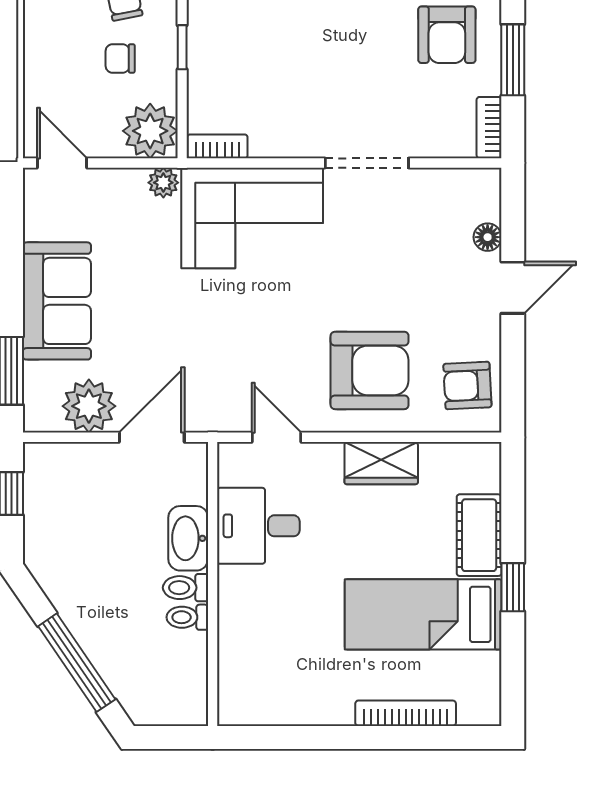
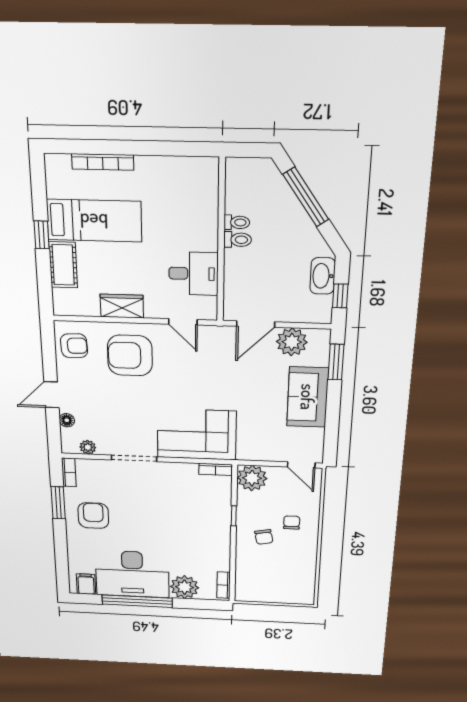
chair: (120, 58) -> (292, 522), moved, turned -90
plant: (163, 183) -> (88, 447), moved
washbasin: (188, 538) -> (323, 276), moved, turned 180

